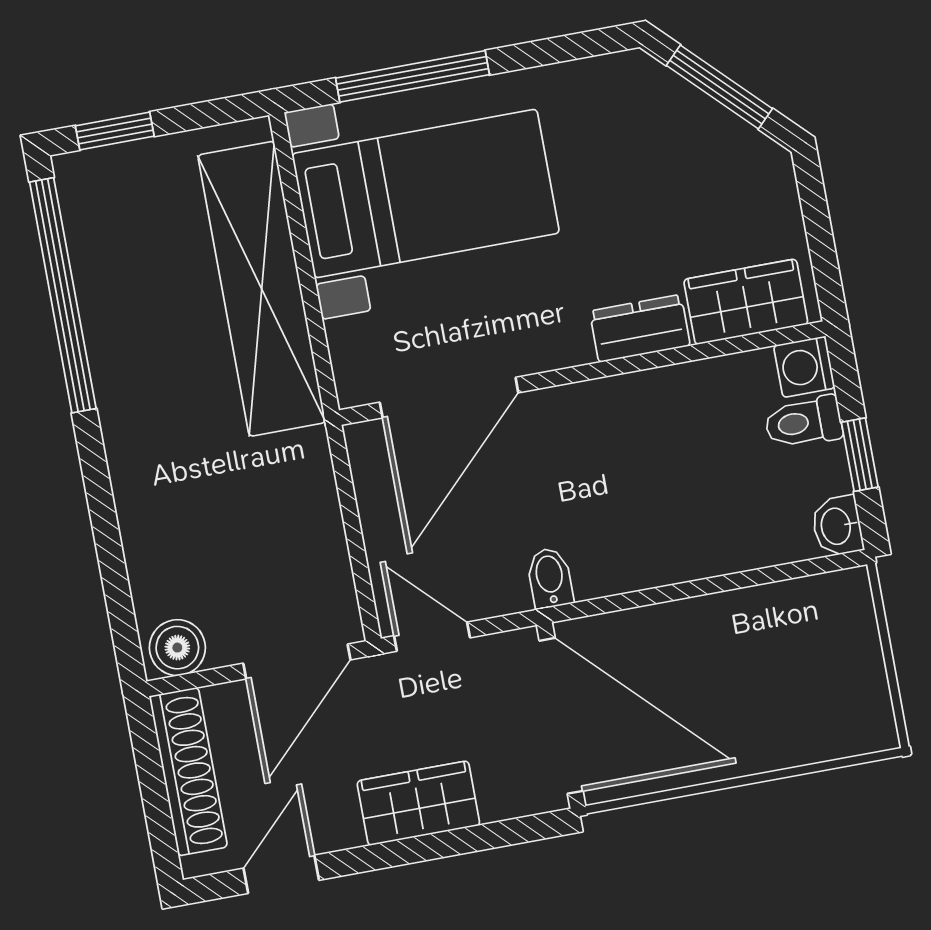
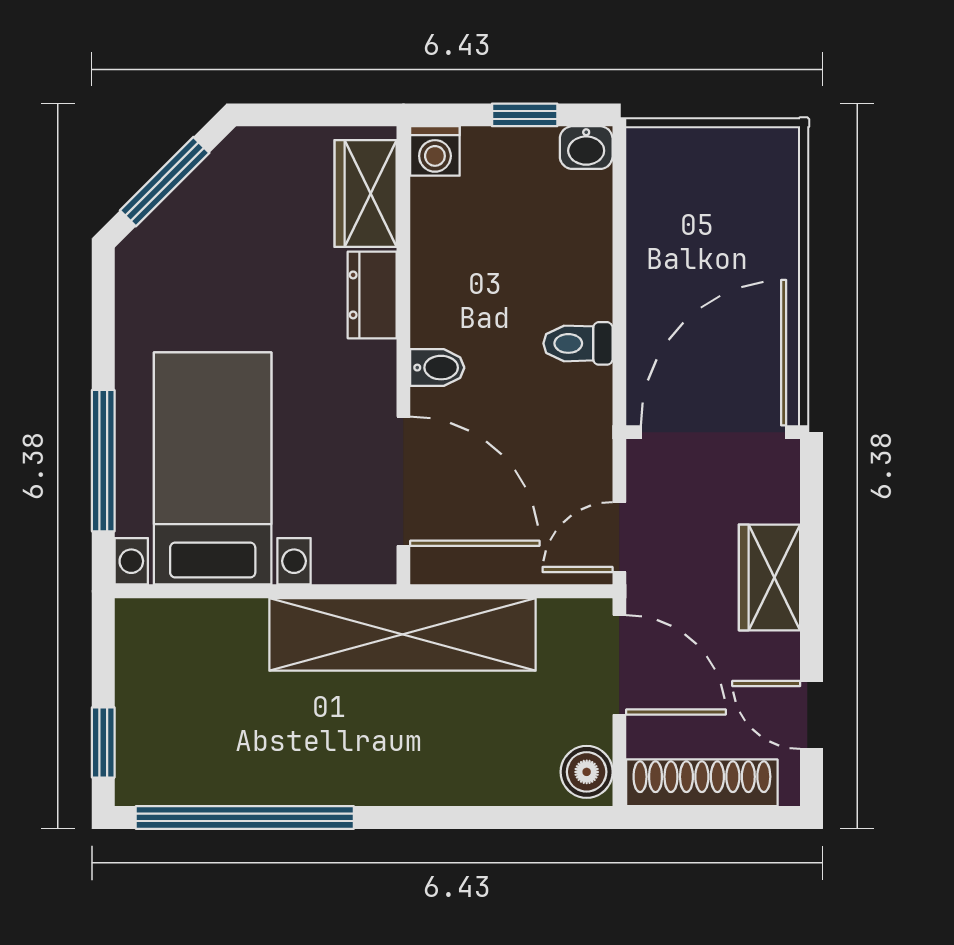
shelving: (262, 289) -> (403, 634), moved
toilet: (804, 422) -> (578, 343), moved, turned 90
bidet: (550, 578) -> (437, 368), moved, turned 180

